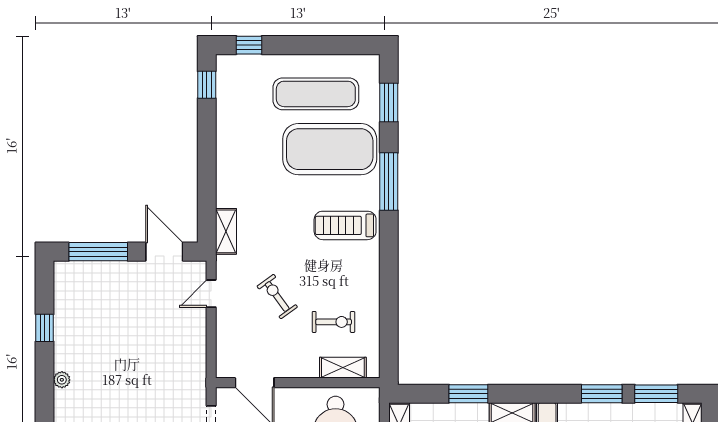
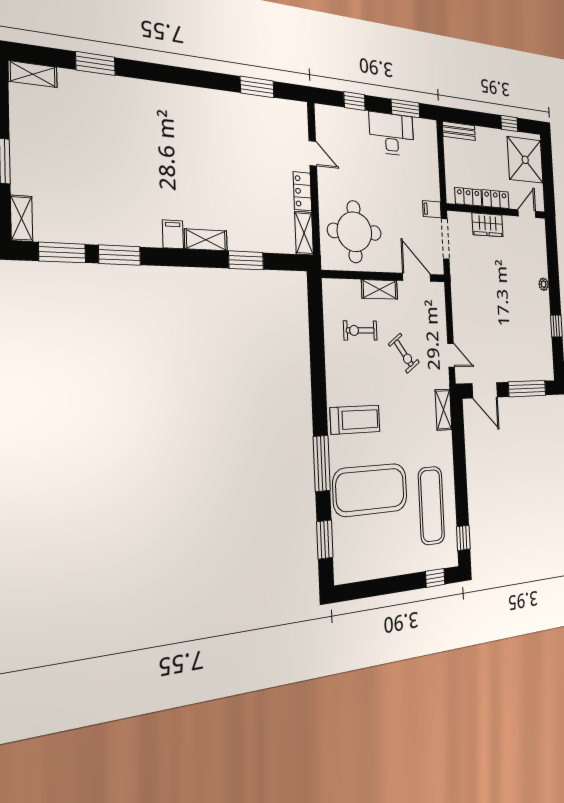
exercise mat: (316, 94) -> (431, 506), moved, turned 90
door: (211, 294) -> (451, 355), hinge flipped
shelving: (343, 368) -> (380, 289), moved

